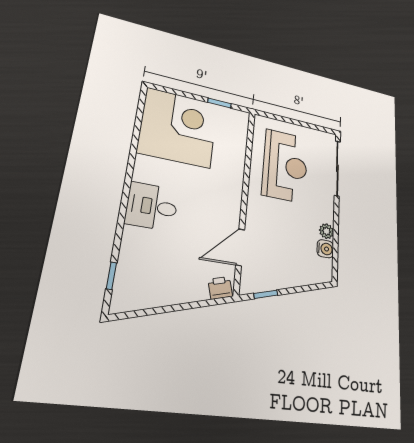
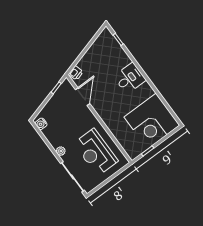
plant: (326, 231) -> (61, 151), moved
water cooler: (325, 249) -> (41, 124), moved

